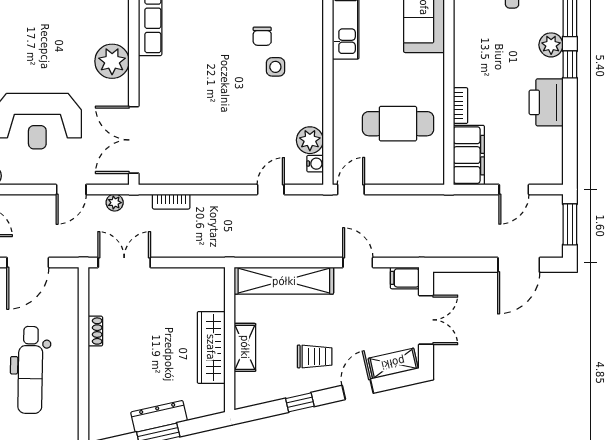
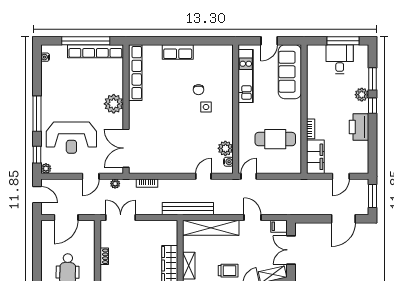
bench: (243, 247) -> (188, 209), added
double door: (426, 320) -> (291, 250), swing flipped

